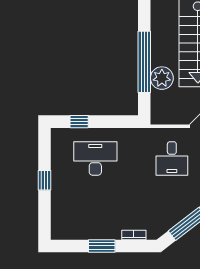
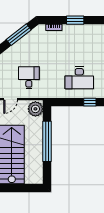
plant: (162, 78) -> (35, 109), moved

